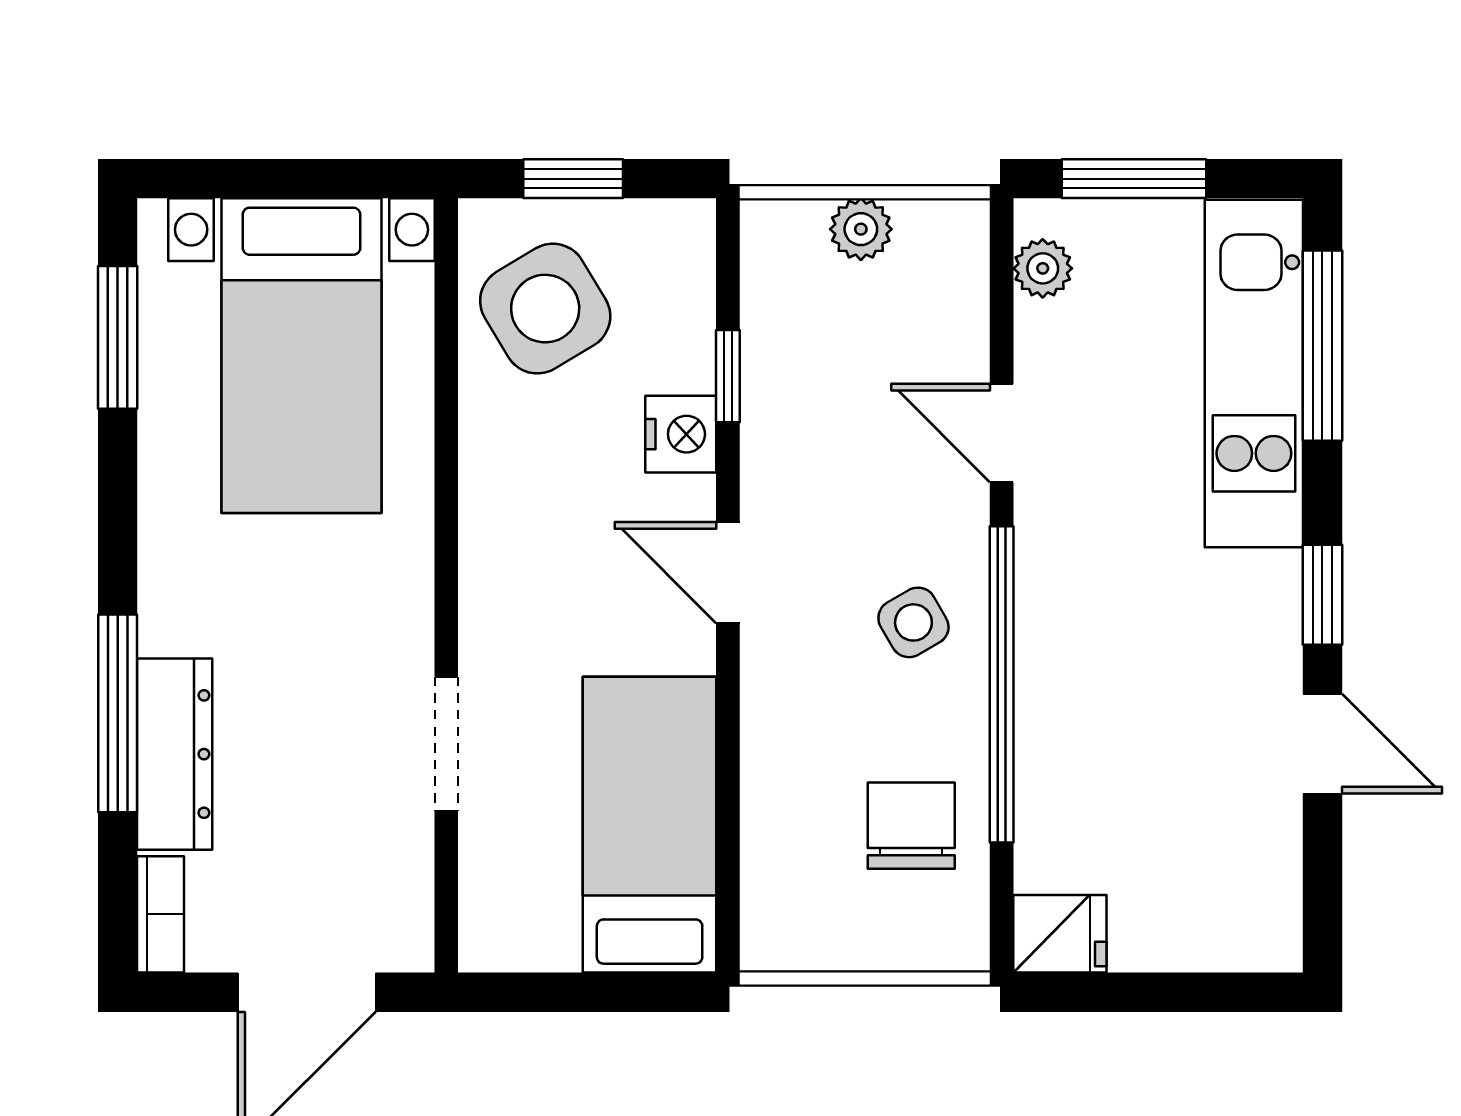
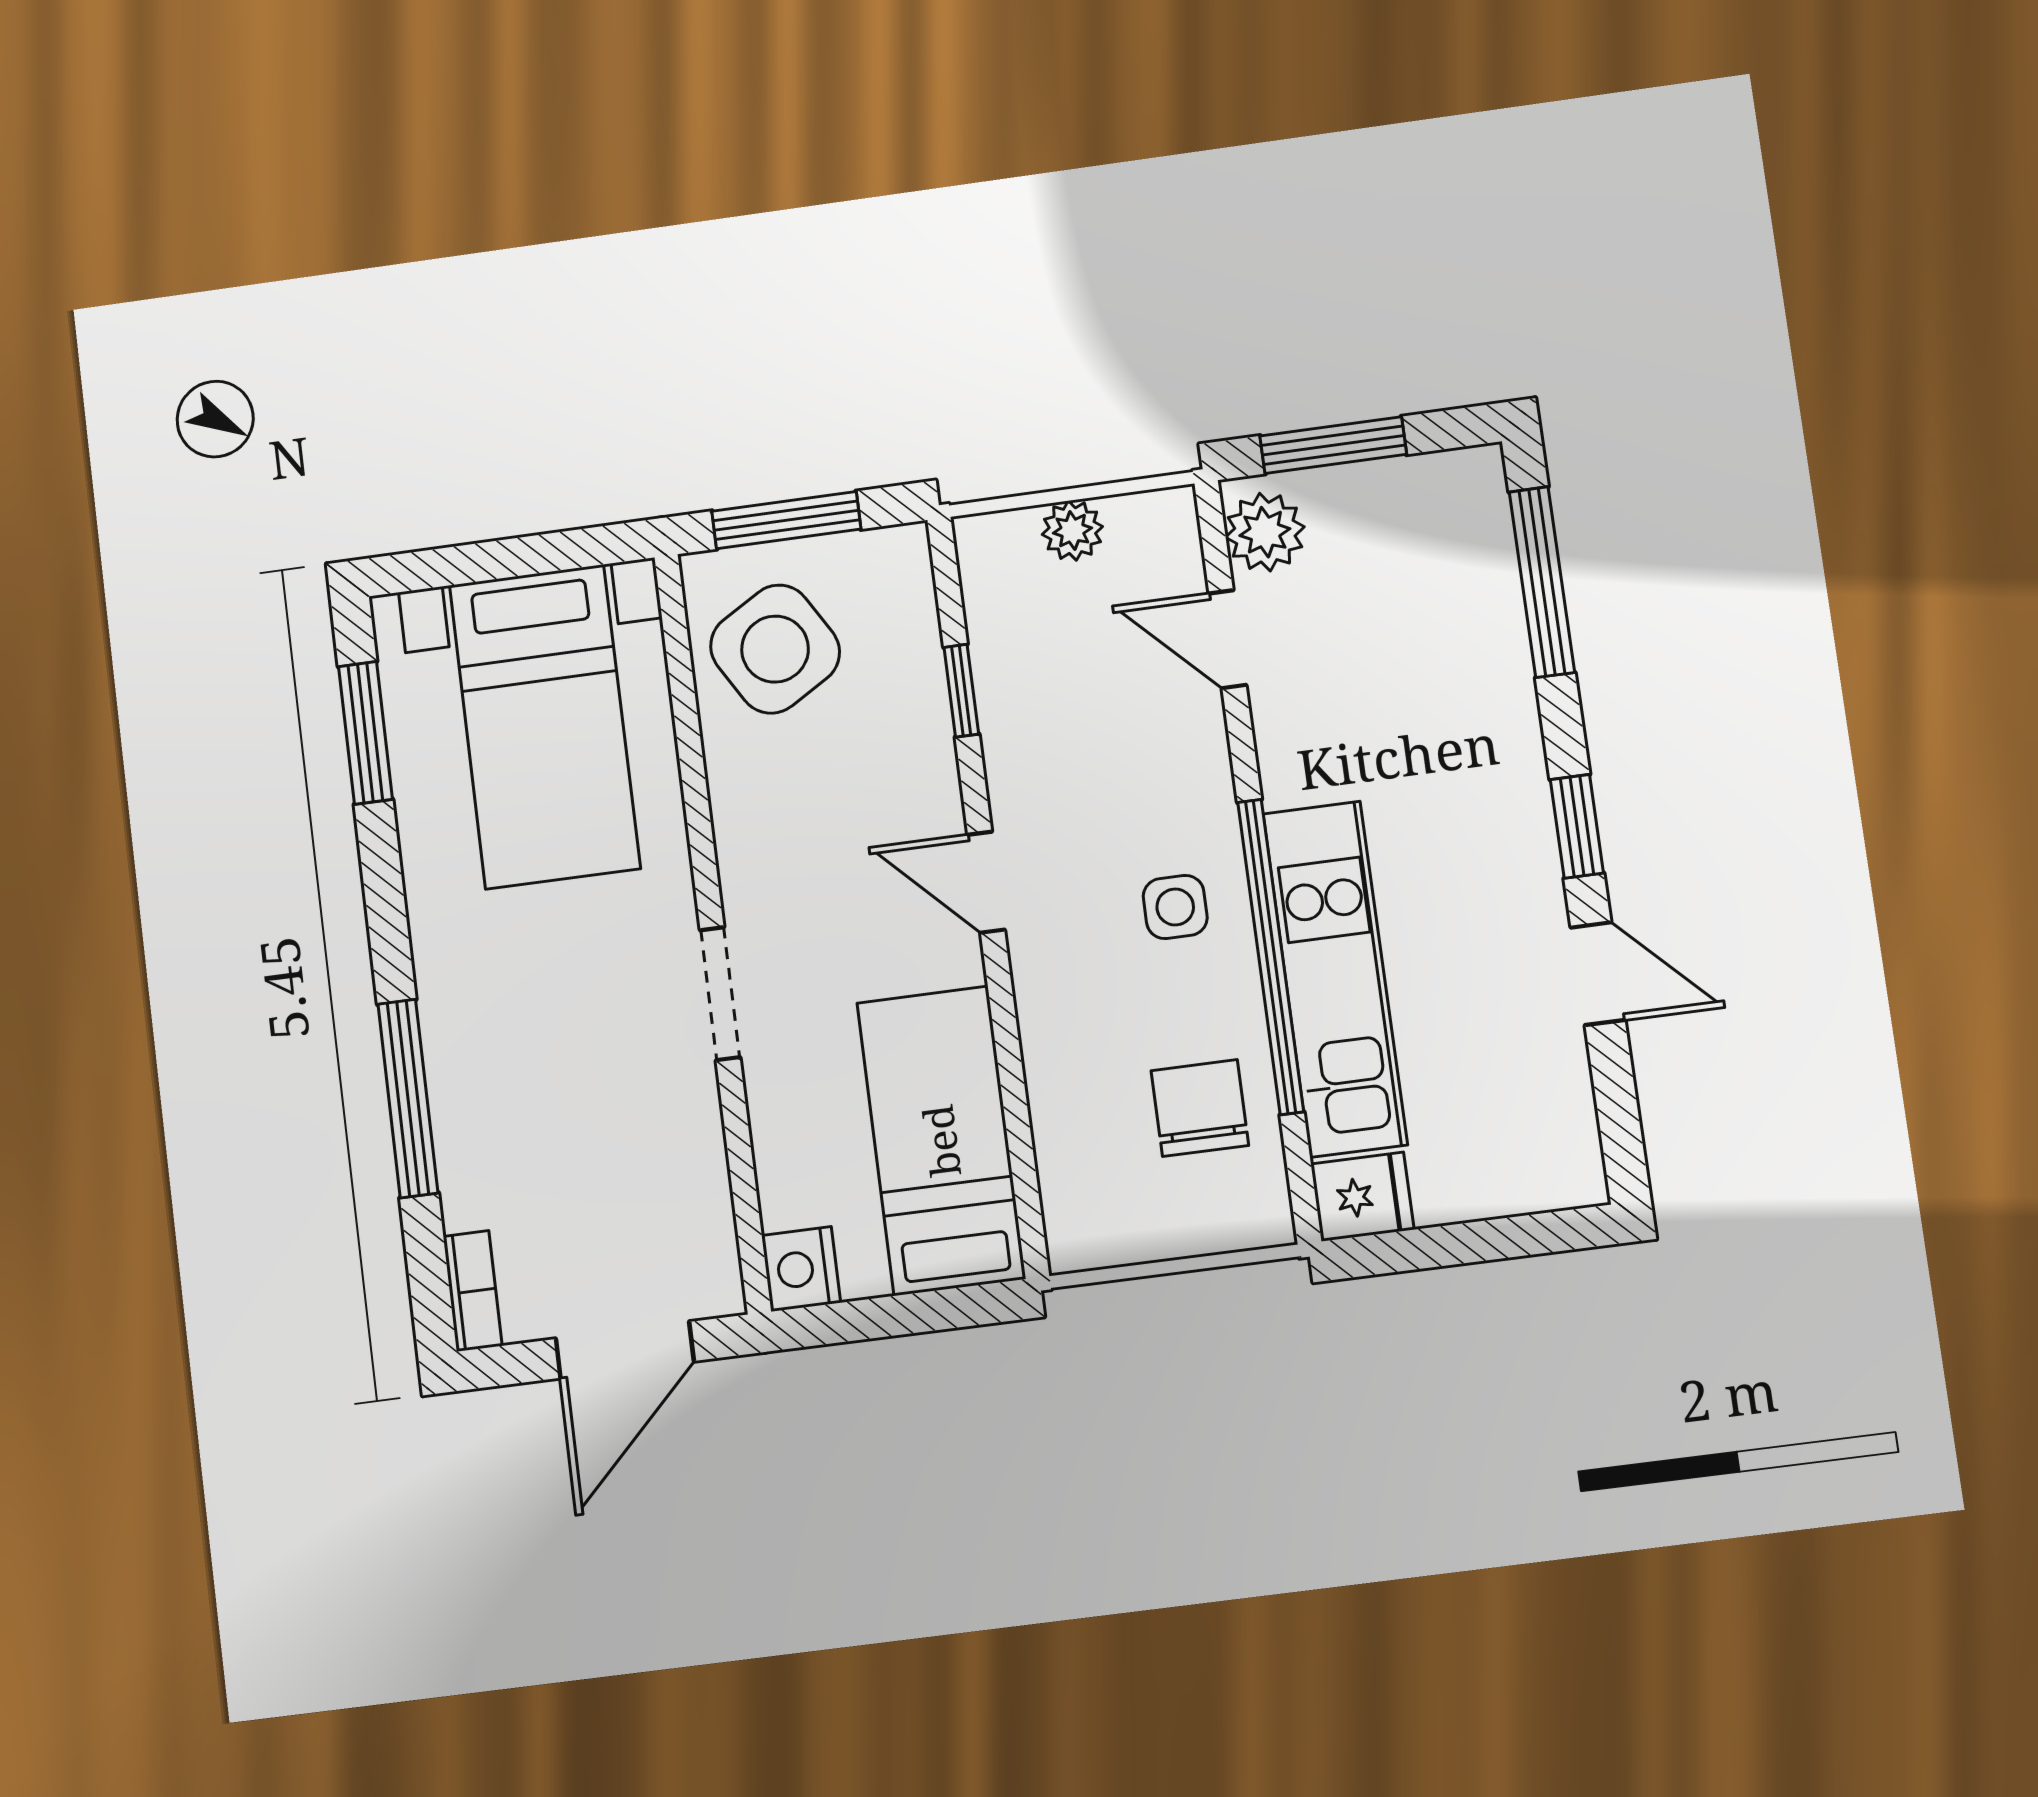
window: (573, 179) -> (786, 520), width x1.50
plant: (1043, 268) -> (1265, 532), width x1.38, depth x1.38
kitchen unit: (1254, 373) -> (1335, 979), moved, turned 180
door: (1002, 433) -> (1228, 639), moved
nightstand: (681, 434) -> (801, 1269), moved, turned 180
side table: (913, 622) -> (1175, 907), turned 30
doorway: (446, 744) -> (720, 994), moved
dresser: (175, 754) -> (468, 1131), removed

